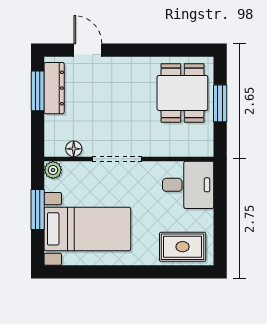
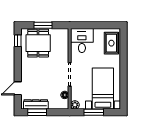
window: (187, 50) -> (18, 41), added
dining table: (182, 93) -> (38, 43), turned 90

